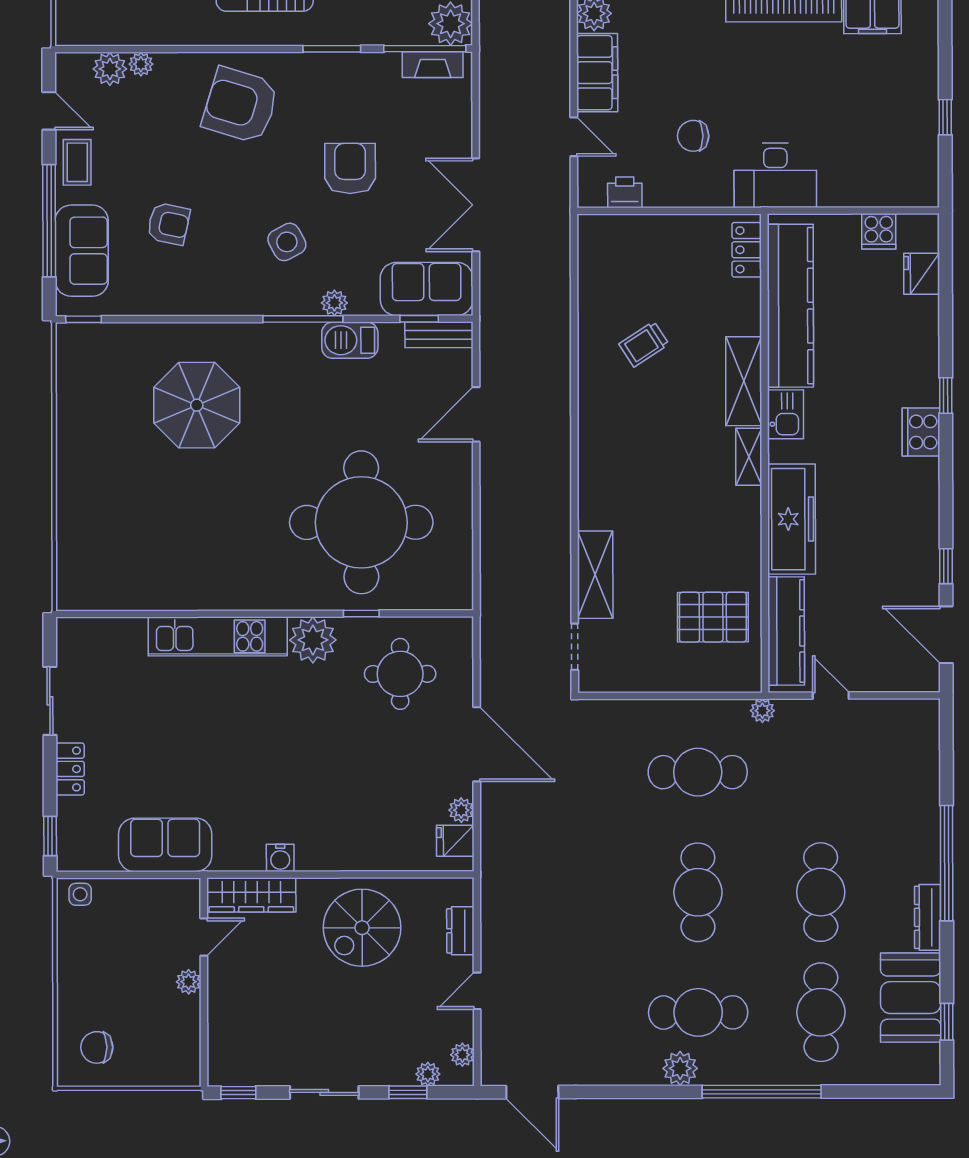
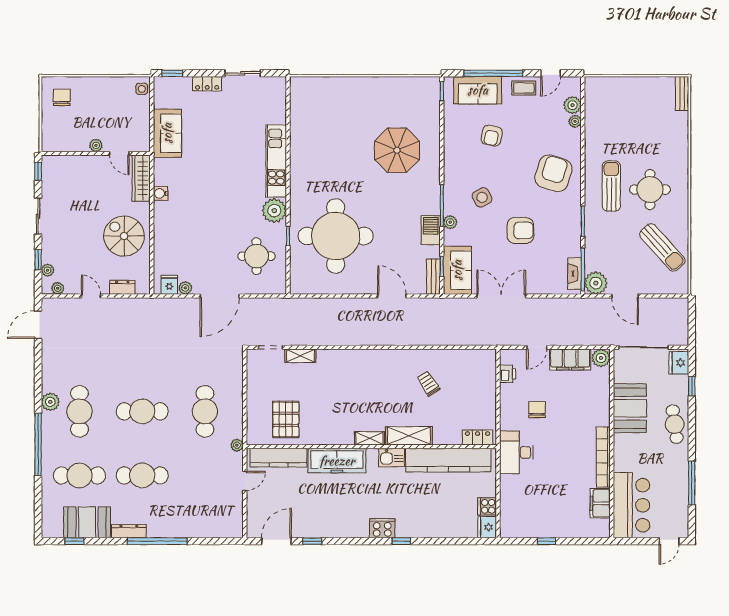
fridge: (922, 274) -> (487, 527), moved, turned -90
shelving: (595, 575) -> (300, 356), width x0.67, depth x0.75

